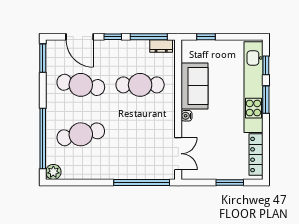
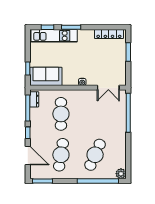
door: (80, 37) -> (28, 155), hinge flipped
sofa: (195, 86) -> (46, 76), moved
kitchen unit: (253, 87) -> (54, 36), width x0.73
cafe table: (81, 134) -> (95, 155), turned 36
double door: (178, 154) -> (108, 88), swing flipped

